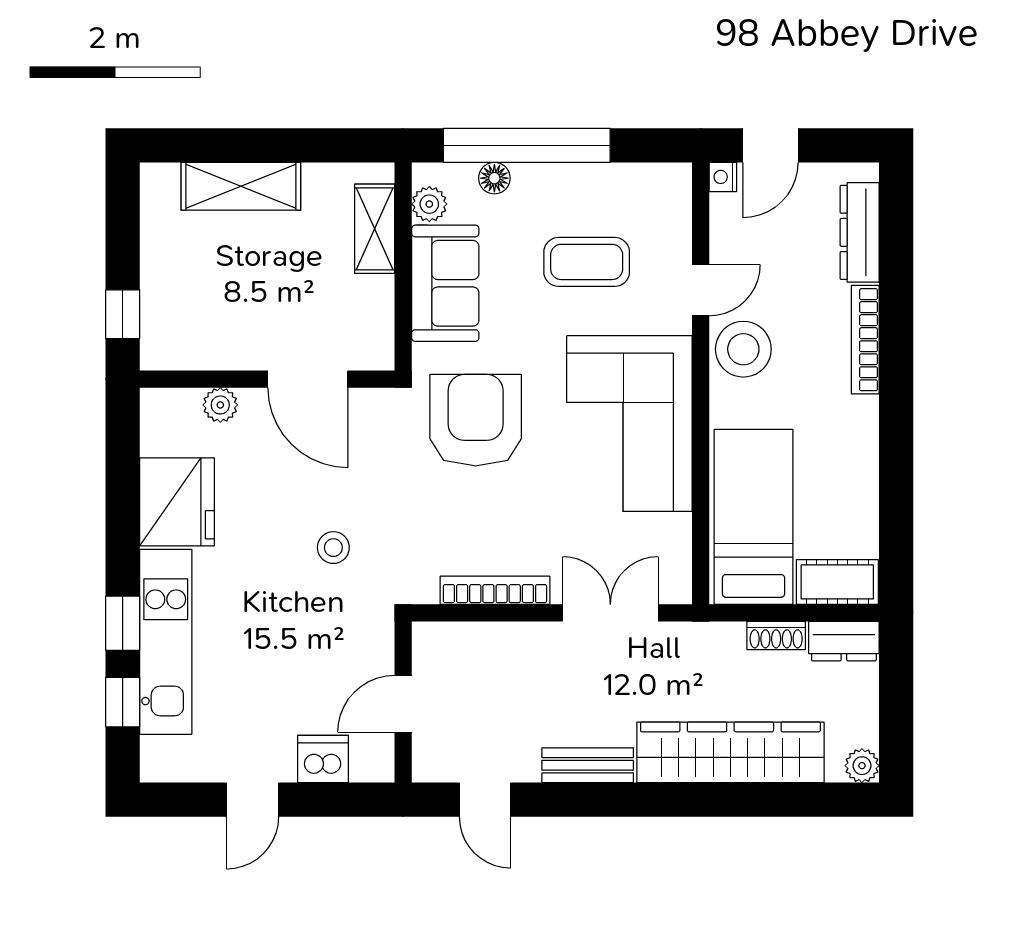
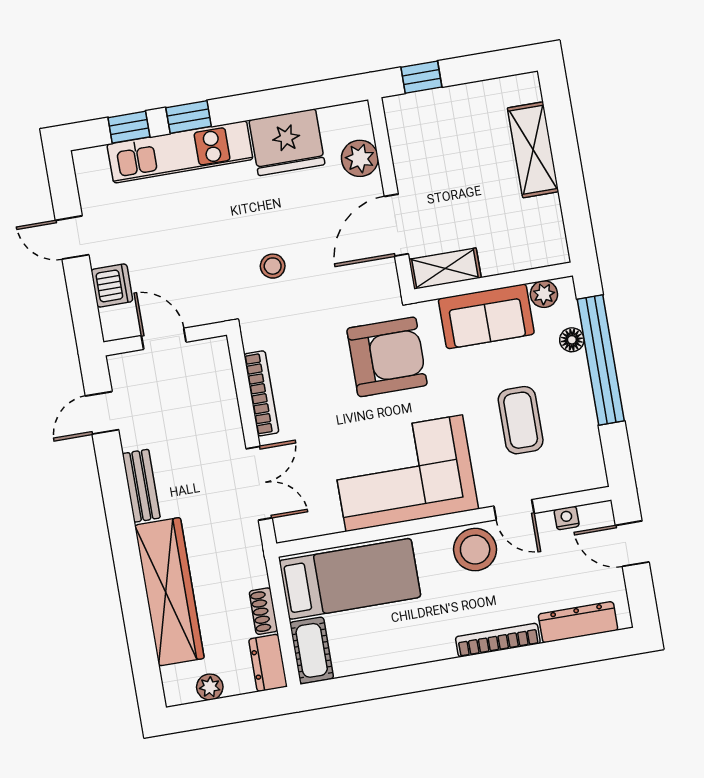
nightstand: (723, 177) -> (567, 518), moved
shelving: (375, 229) -> (445, 269), moved
plant: (220, 405) -> (360, 158), width x1.38, depth x1.38
plant: (862, 766) -> (210, 687), moved

